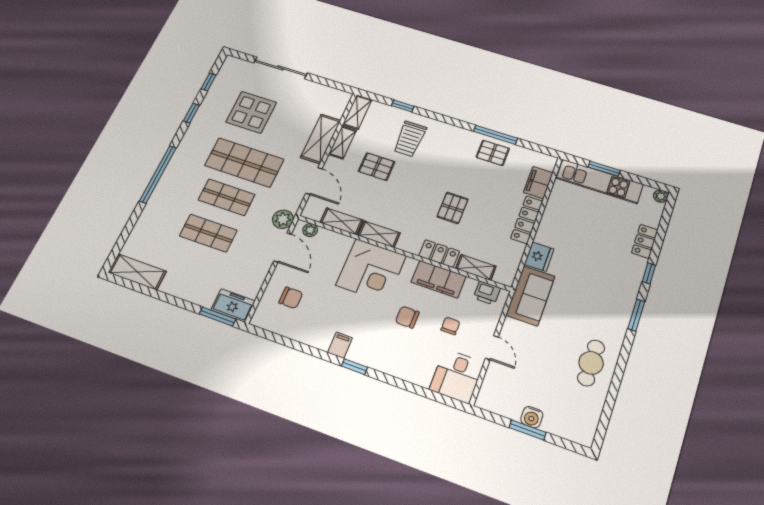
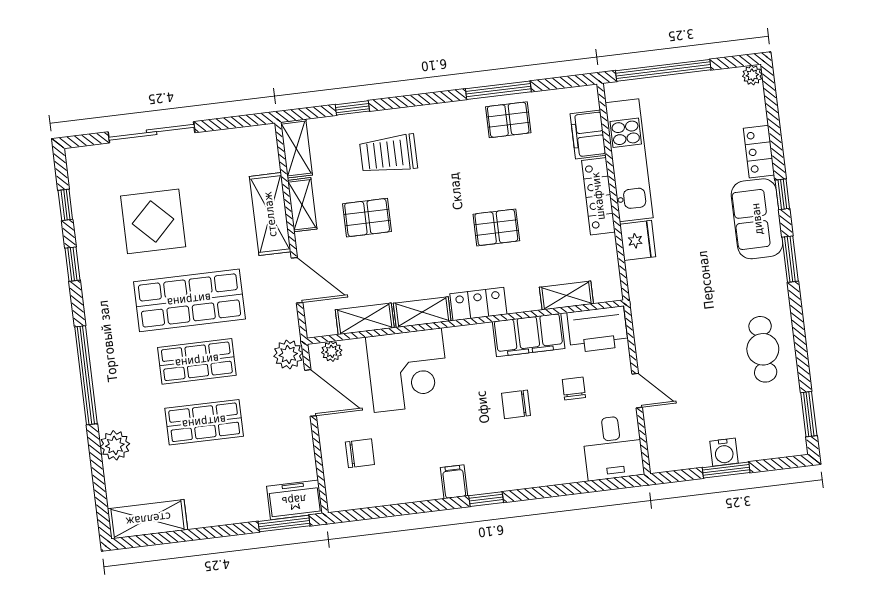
trolley: (410, 139) -> (389, 154), turned 90
window: (604, 169) -> (663, 70), width x2.11
kitchen unit: (600, 181) -> (629, 160), moved, turned -90
pallet: (453, 208) -> (496, 227), turned 90
plant: (148, 220) -> (115, 445), added
locker: (439, 254) -> (478, 304), moved
corner desk: (371, 270) -> (408, 370), moved
printer: (487, 293) -> (598, 329), width x1.87, depth x1.48
sofa: (531, 296) -> (757, 219), moved, turned 180
window: (604, 421) -> (809, 414), added

